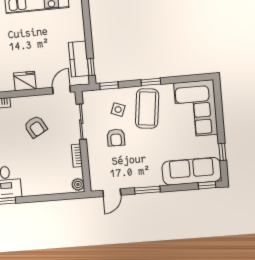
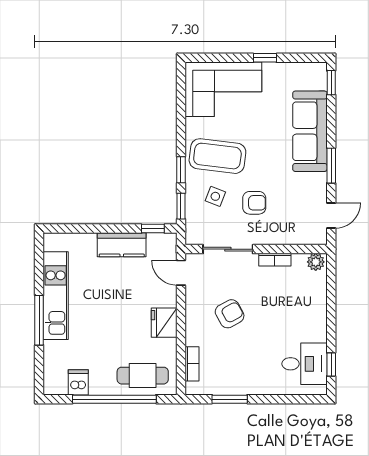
kitchen counter: (79, 59) -> (122, 245), moved
window: (151, 82) -> (181, 170), moved
window: (222, 152) -> (265, 58), moved
sofa: (192, 171) -> (310, 131), moved
door: (112, 193) -> (331, 216), hinge flipped

